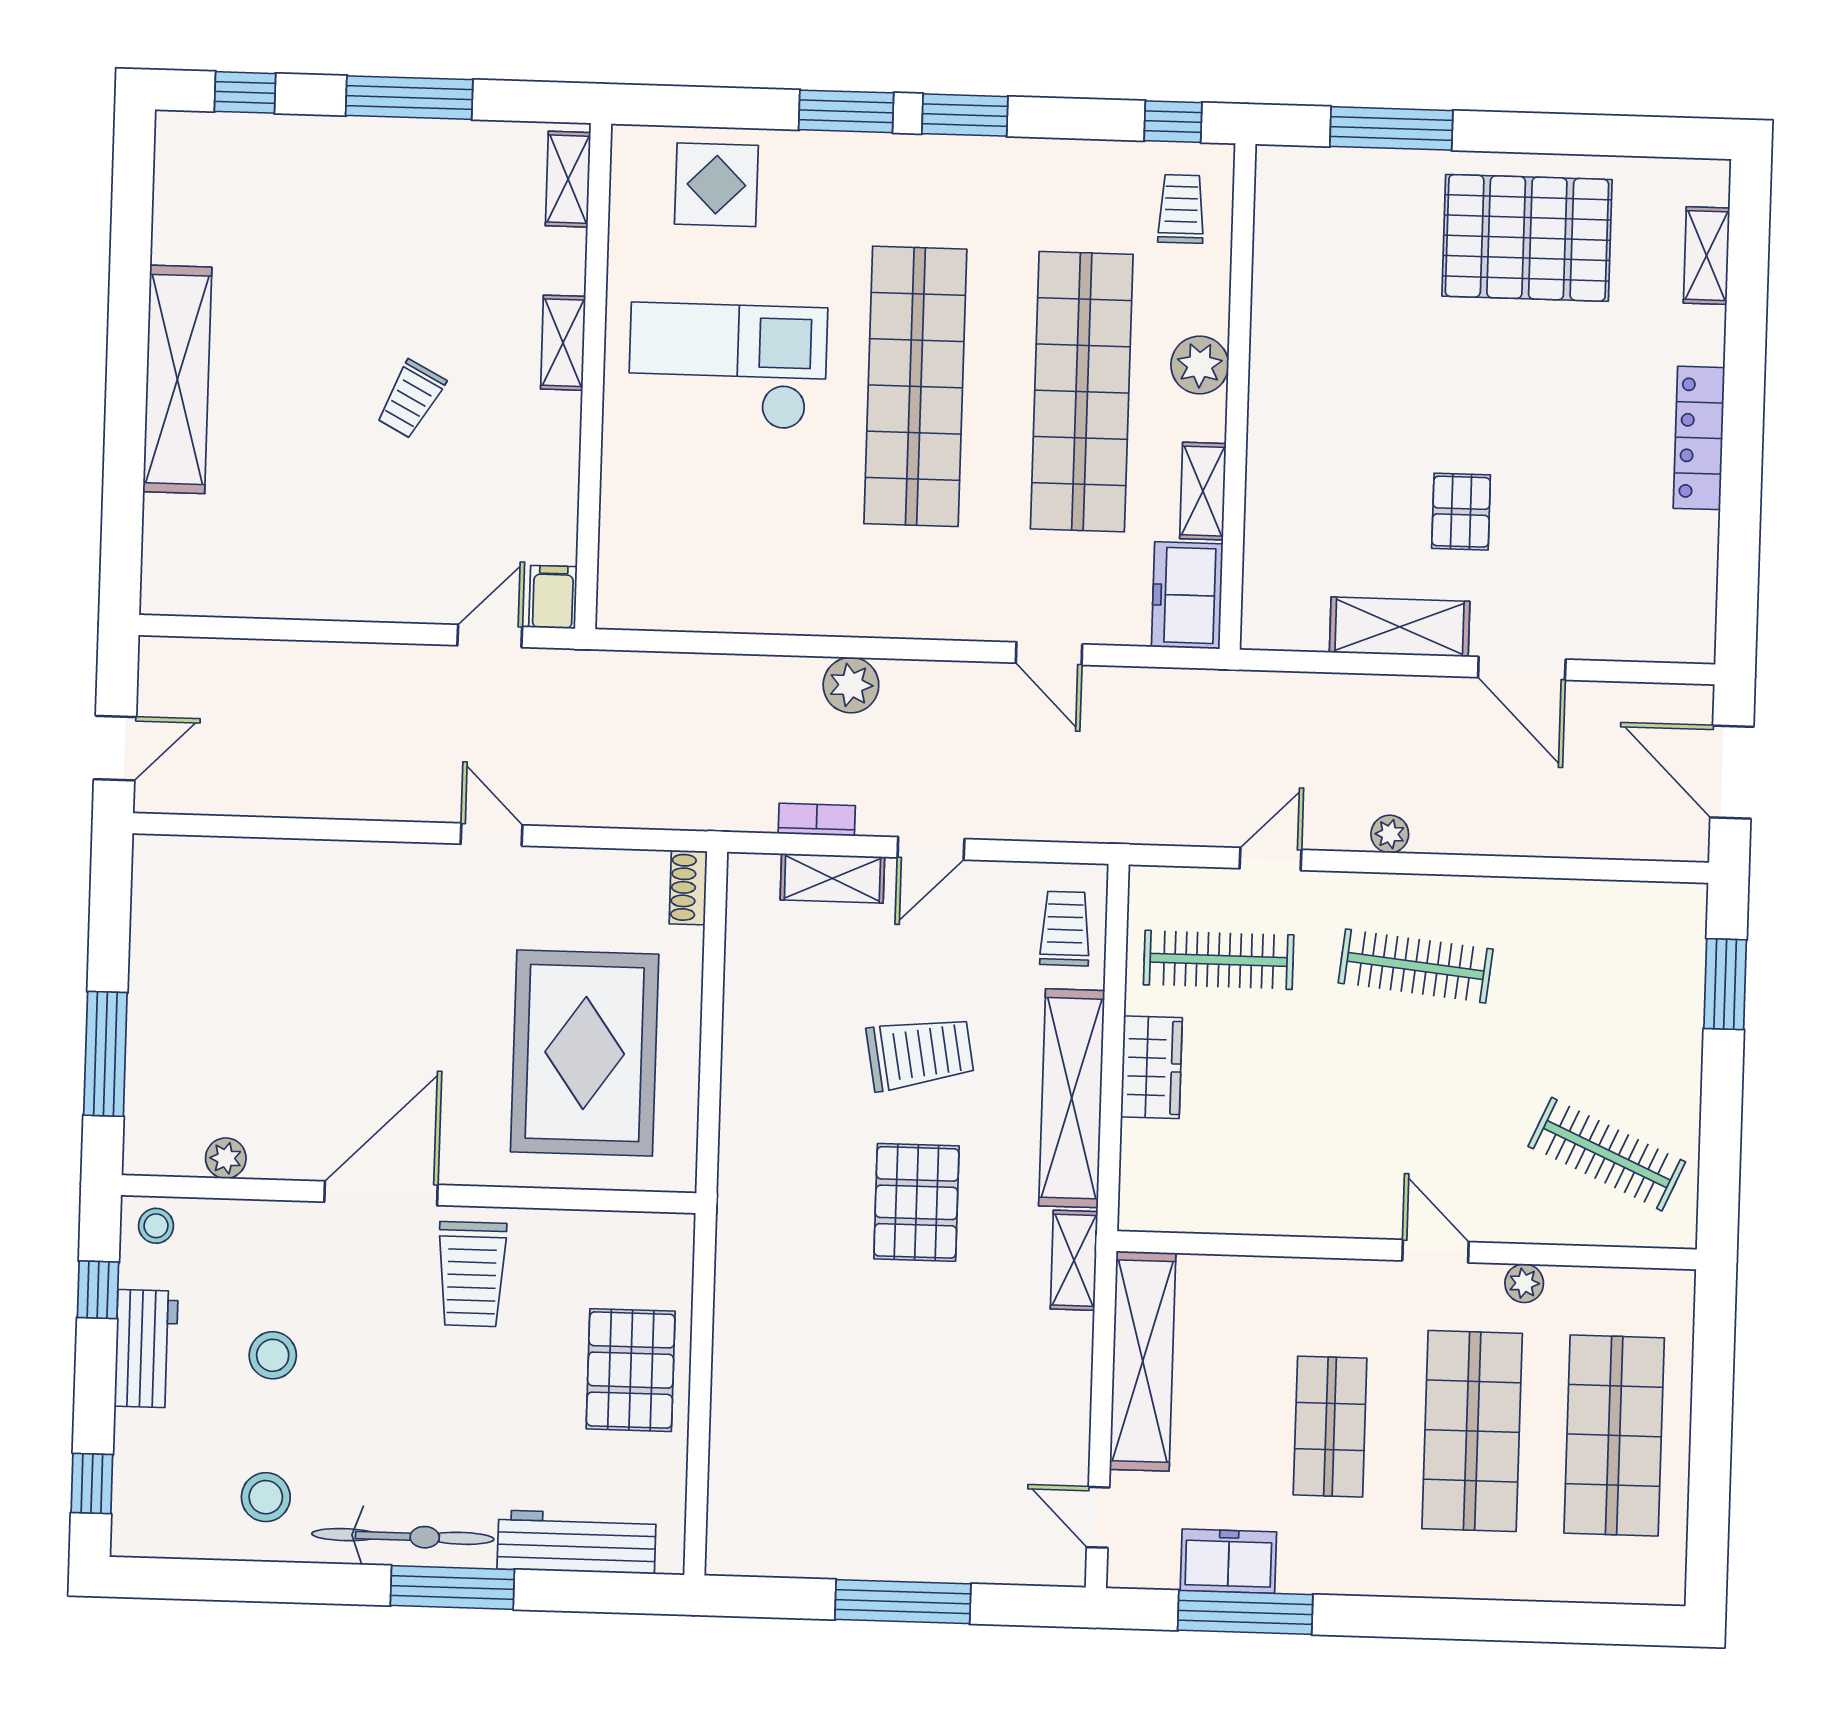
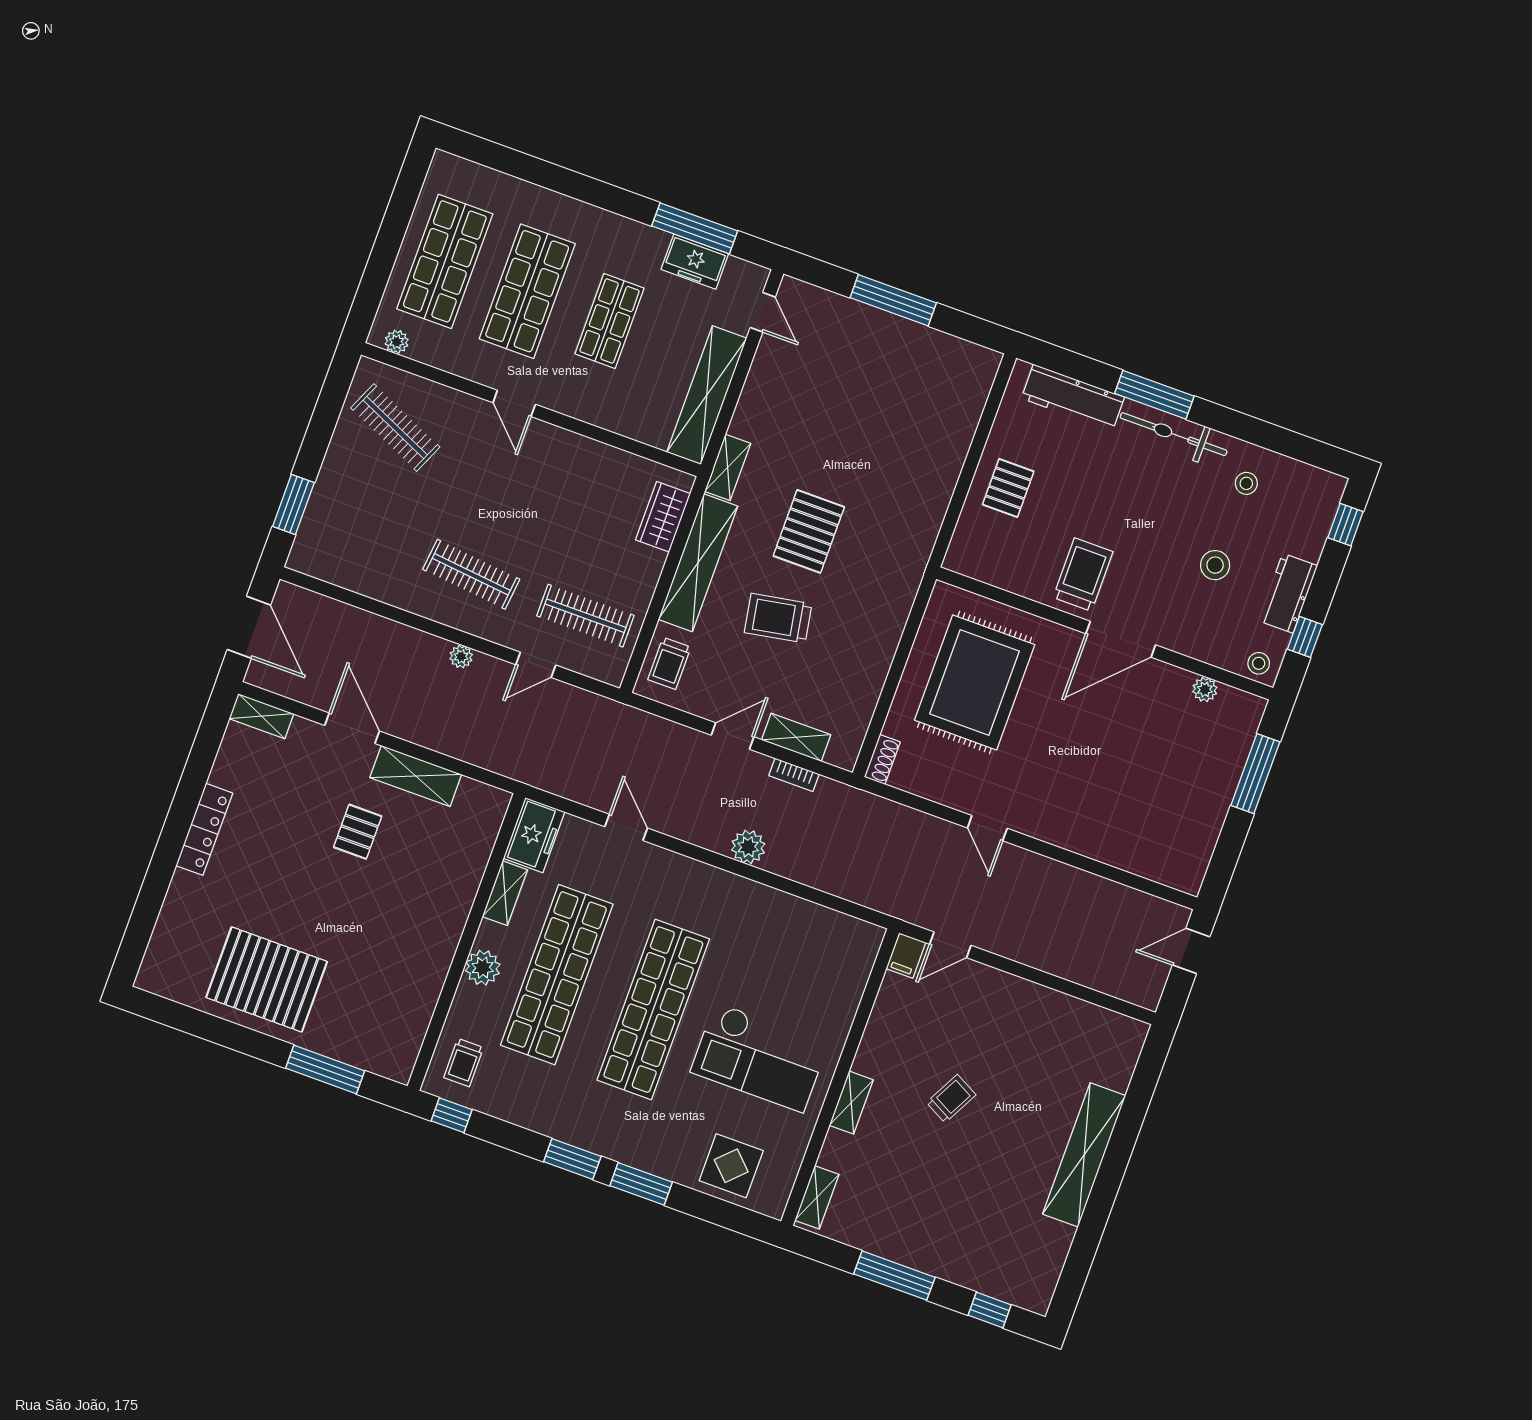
shelving: (1707, 256) -> (261, 716), moved, turned 90
wardrobe: (1151, 1067) -> (663, 517), moved
plant: (1524, 1283) -> (397, 342), moved
pallet: (631, 1370) -> (1008, 488), width x0.67, depth x0.71
stool: (266, 1497) -> (1246, 483), width x0.73, depth x0.73

